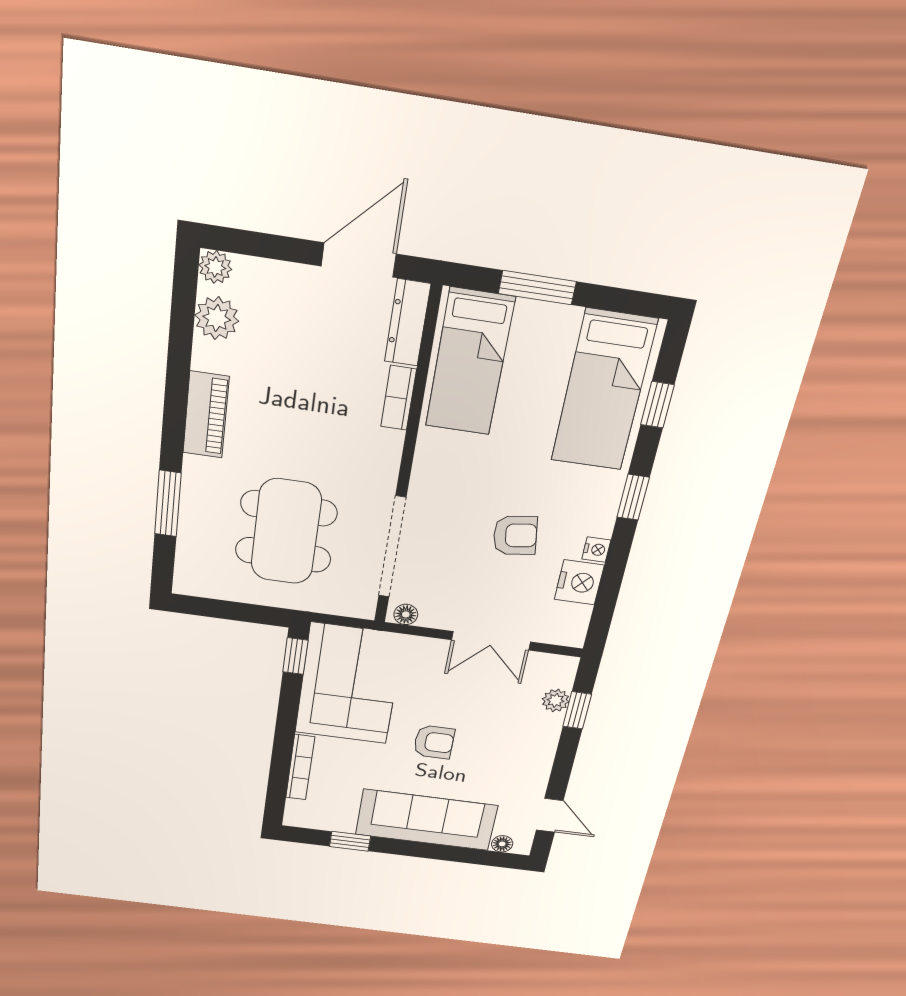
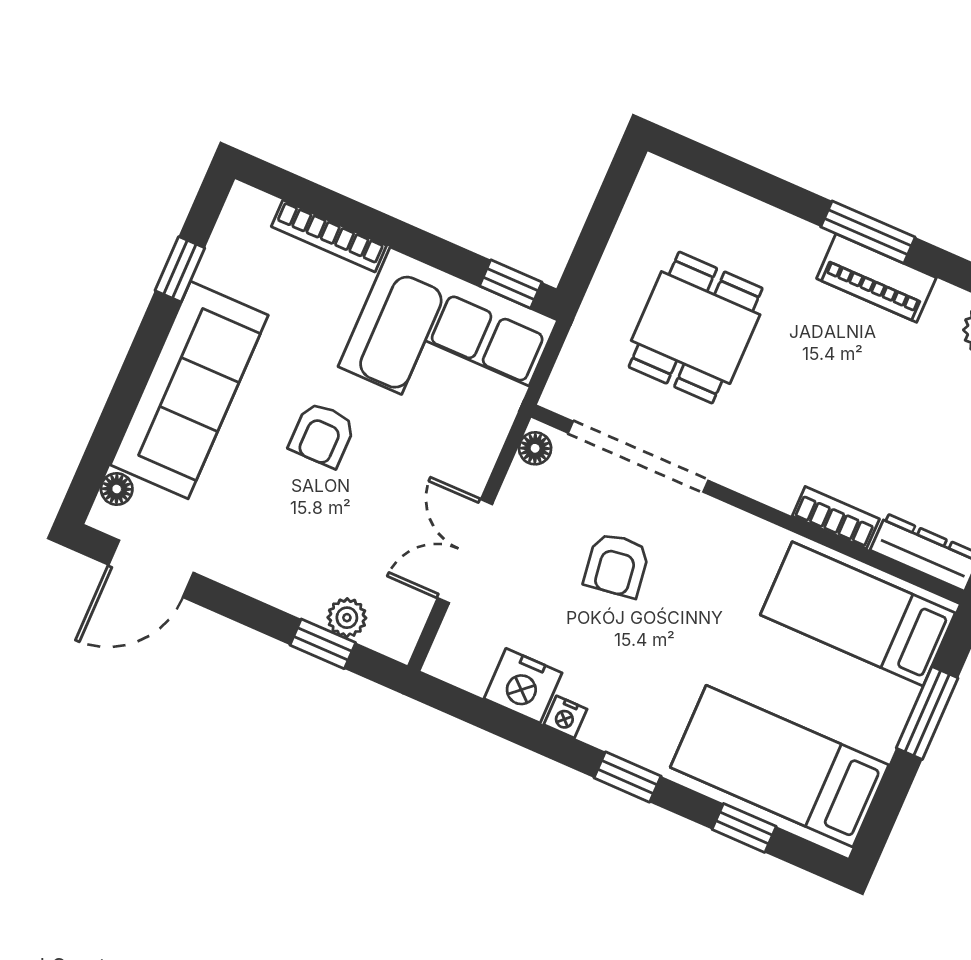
window: (168, 504) -> (868, 232), moved
dining table: (286, 532) -> (696, 328), width x0.73
armchair: (515, 535) -> (617, 565), moved
door: (550, 815) -> (151, 569), width x1.38

